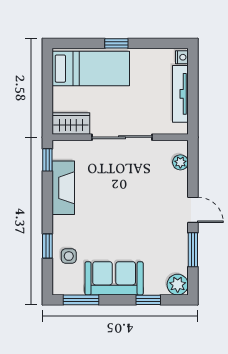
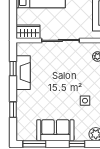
window: (47, 160) -> (13, 69), moved
side table: (69, 256) -> (85, 101), moved

